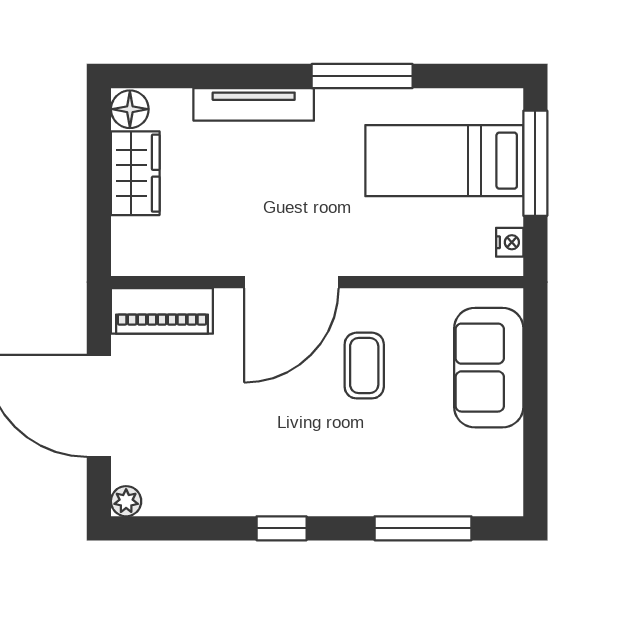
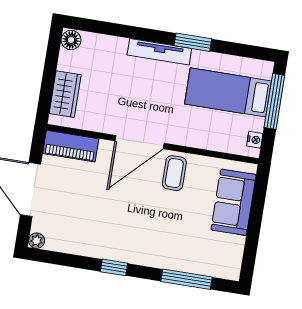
window: (362, 76) -> (193, 42), width x0.69
tv unit: (254, 104) -> (159, 52), moved
wardrobe: (135, 173) -> (65, 94), moved
coffee table: (364, 366) -> (174, 173), moved

